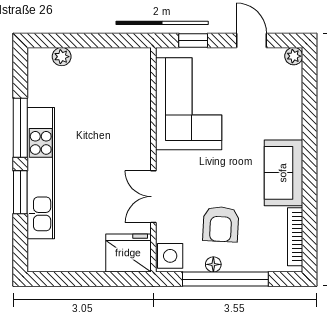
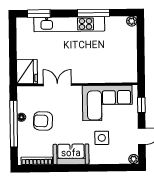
plant: (62, 57) -> (132, 21), moved
window: (20, 192) -> (39, 14), moved
side table: (170, 256) -> (102, 138), moved

